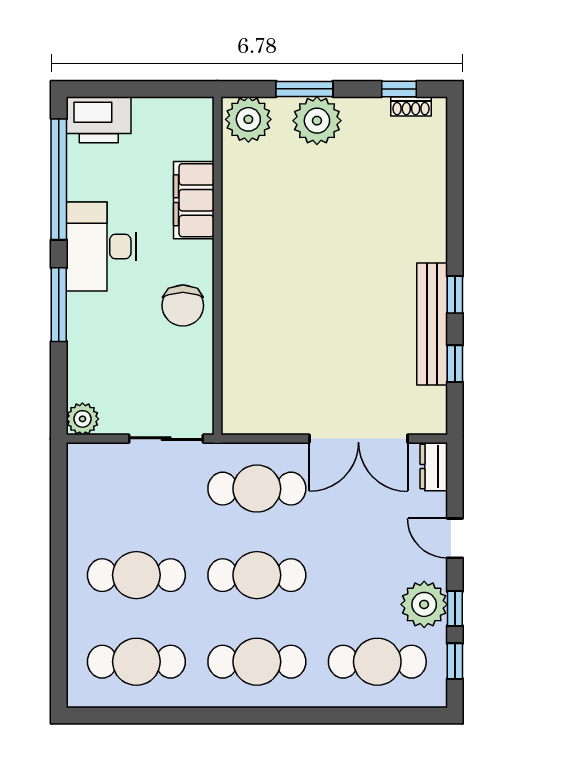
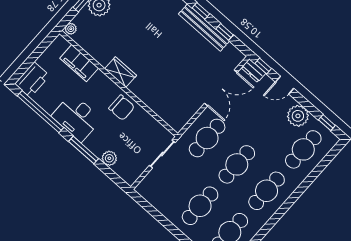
plant: (248, 119) -> (71, 29), width x0.53, depth x0.53
filing cabinet: (194, 200) -> (79, 63), moved
wardrobe: (239, 252) -> (121, 72), added
plant: (82, 419) -> (109, 158), moved
window: (455, 609) -> (263, 66), moved

